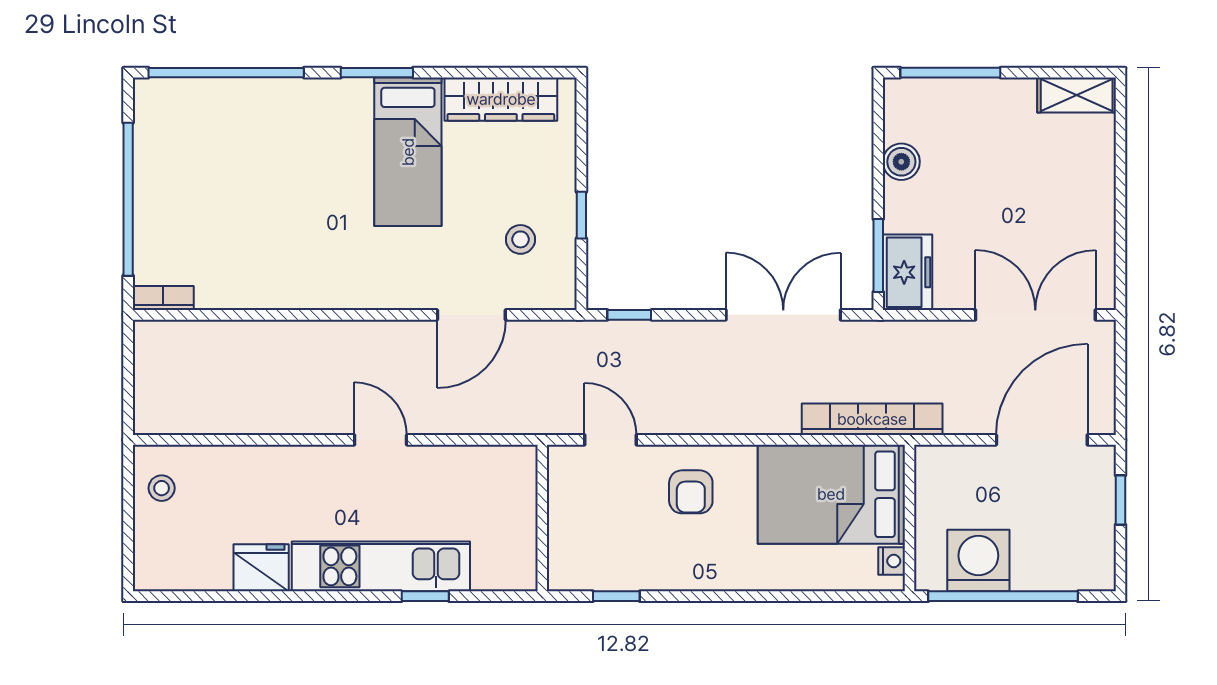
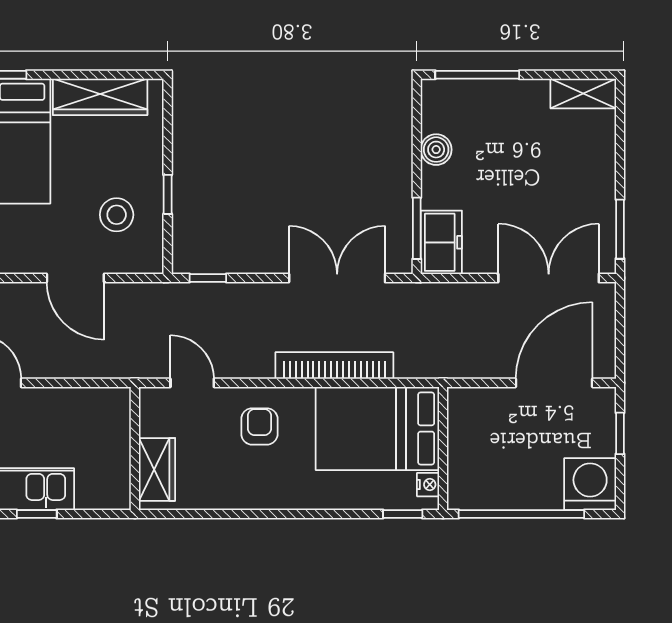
stool: (520, 239) -> (117, 215), width x1.37, depth x1.37
window: (1121, 257) -> (620, 229), added
door: (471, 315) -> (75, 278), hinge flipped
bookcase: (872, 419) -> (334, 366), moved
armchair: (691, 492) -> (259, 426), turned 180
wardrobe: (569, 543) -> (157, 469), added
washing machine: (978, 561) -> (590, 484), moved
window: (616, 596) -> (403, 514), moved

